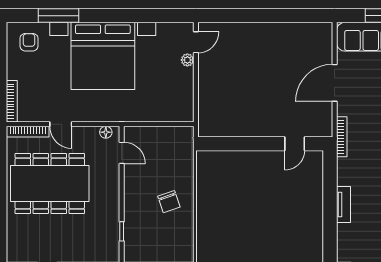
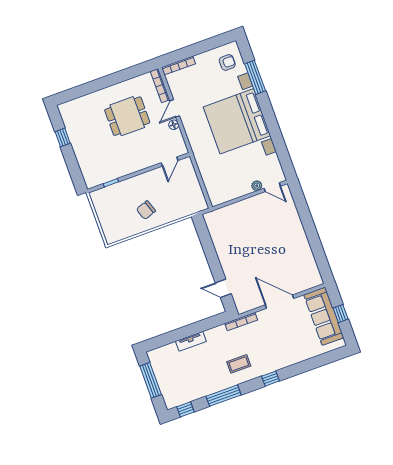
floor lamp: (106, 132) -> (174, 125), moved
dining table: (50, 184) -> (127, 116), width x0.53, depth x0.80

